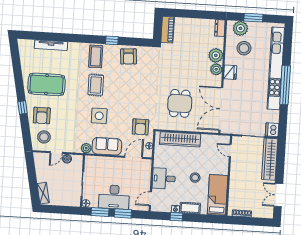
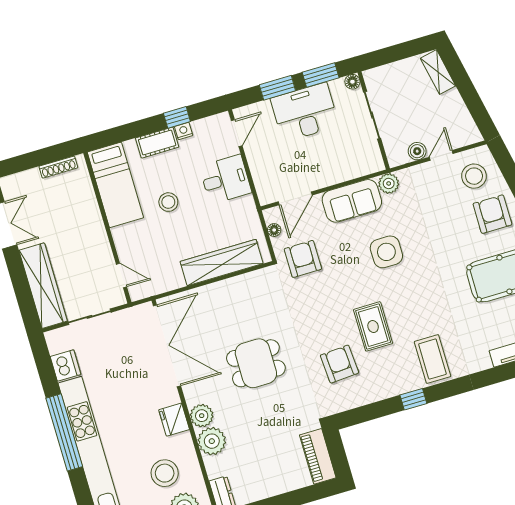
armchair: (129, 56) -> (339, 364), moved
rug: (96, 85) -> (373, 326), moved
dining table: (180, 103) -> (256, 363), moved, turned 90
dishwasher: (272, 130) -> (66, 365), moved

